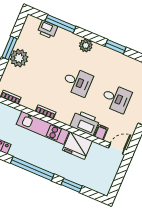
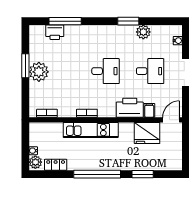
plant: (86, 45) -> (143, 32), moved
fridge: (77, 146) -> (147, 133), moved

